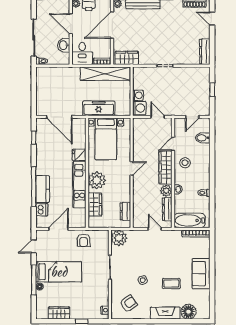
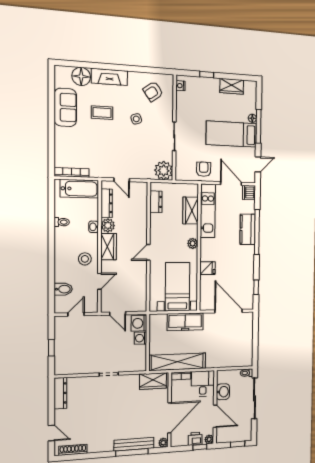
wardrobe: (165, 168) -> (109, 247), width x0.67
plant: (97, 180) -> (193, 243), width x0.53, depth x0.53
kitchen unit: (79, 185) -> (208, 211), moved
dishwasher: (42, 210) -> (249, 193), moved
door: (59, 229) -> (231, 184), swing flipped
sofa: (201, 274) -> (65, 107), moved

